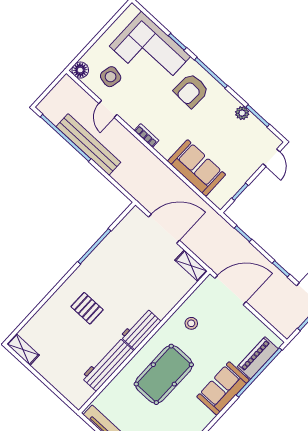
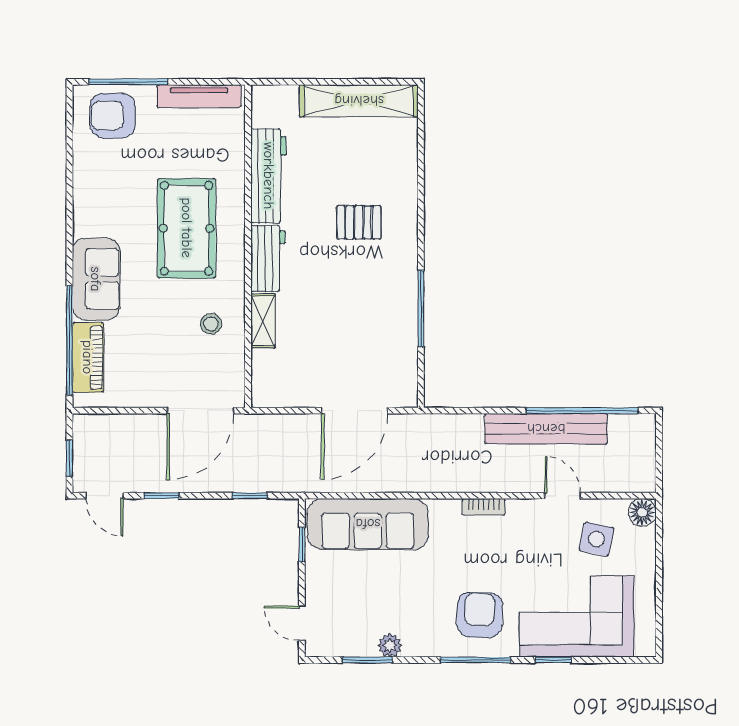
sofa: (196, 168) -> (368, 524), width x1.36
shelving: (191, 266) -> (263, 321), moved, turned 90
shelving: (23, 350) -> (359, 101), width x2.20, depth x1.33

